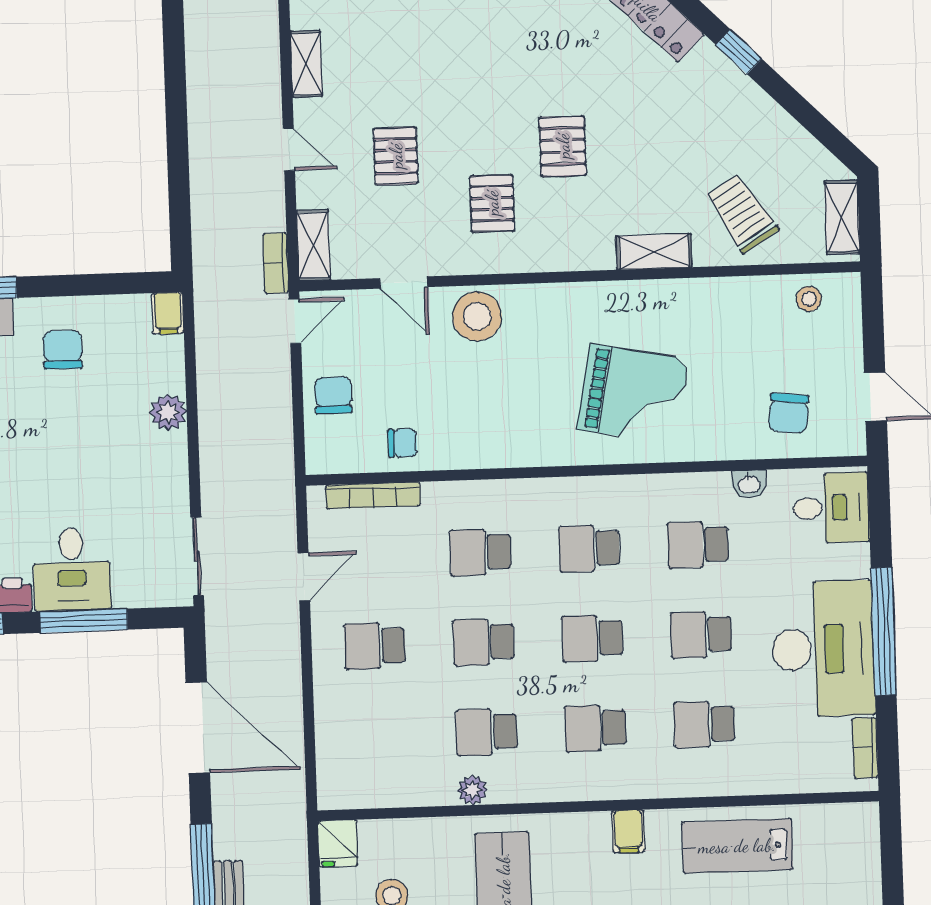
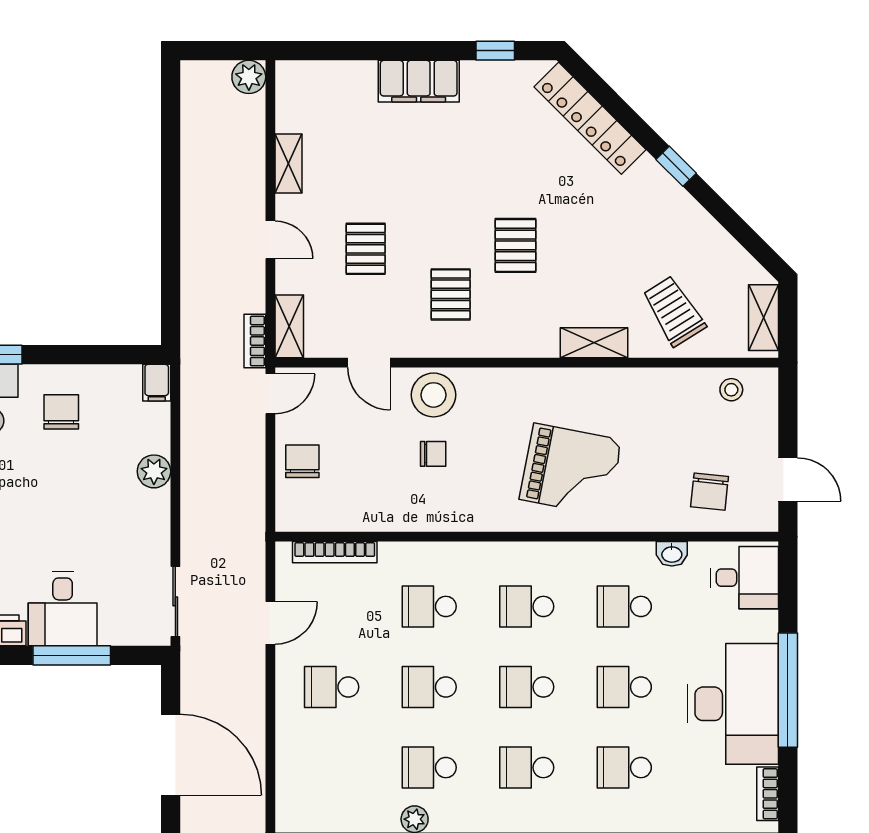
chair: (403, 443) -> (433, 454), moved

